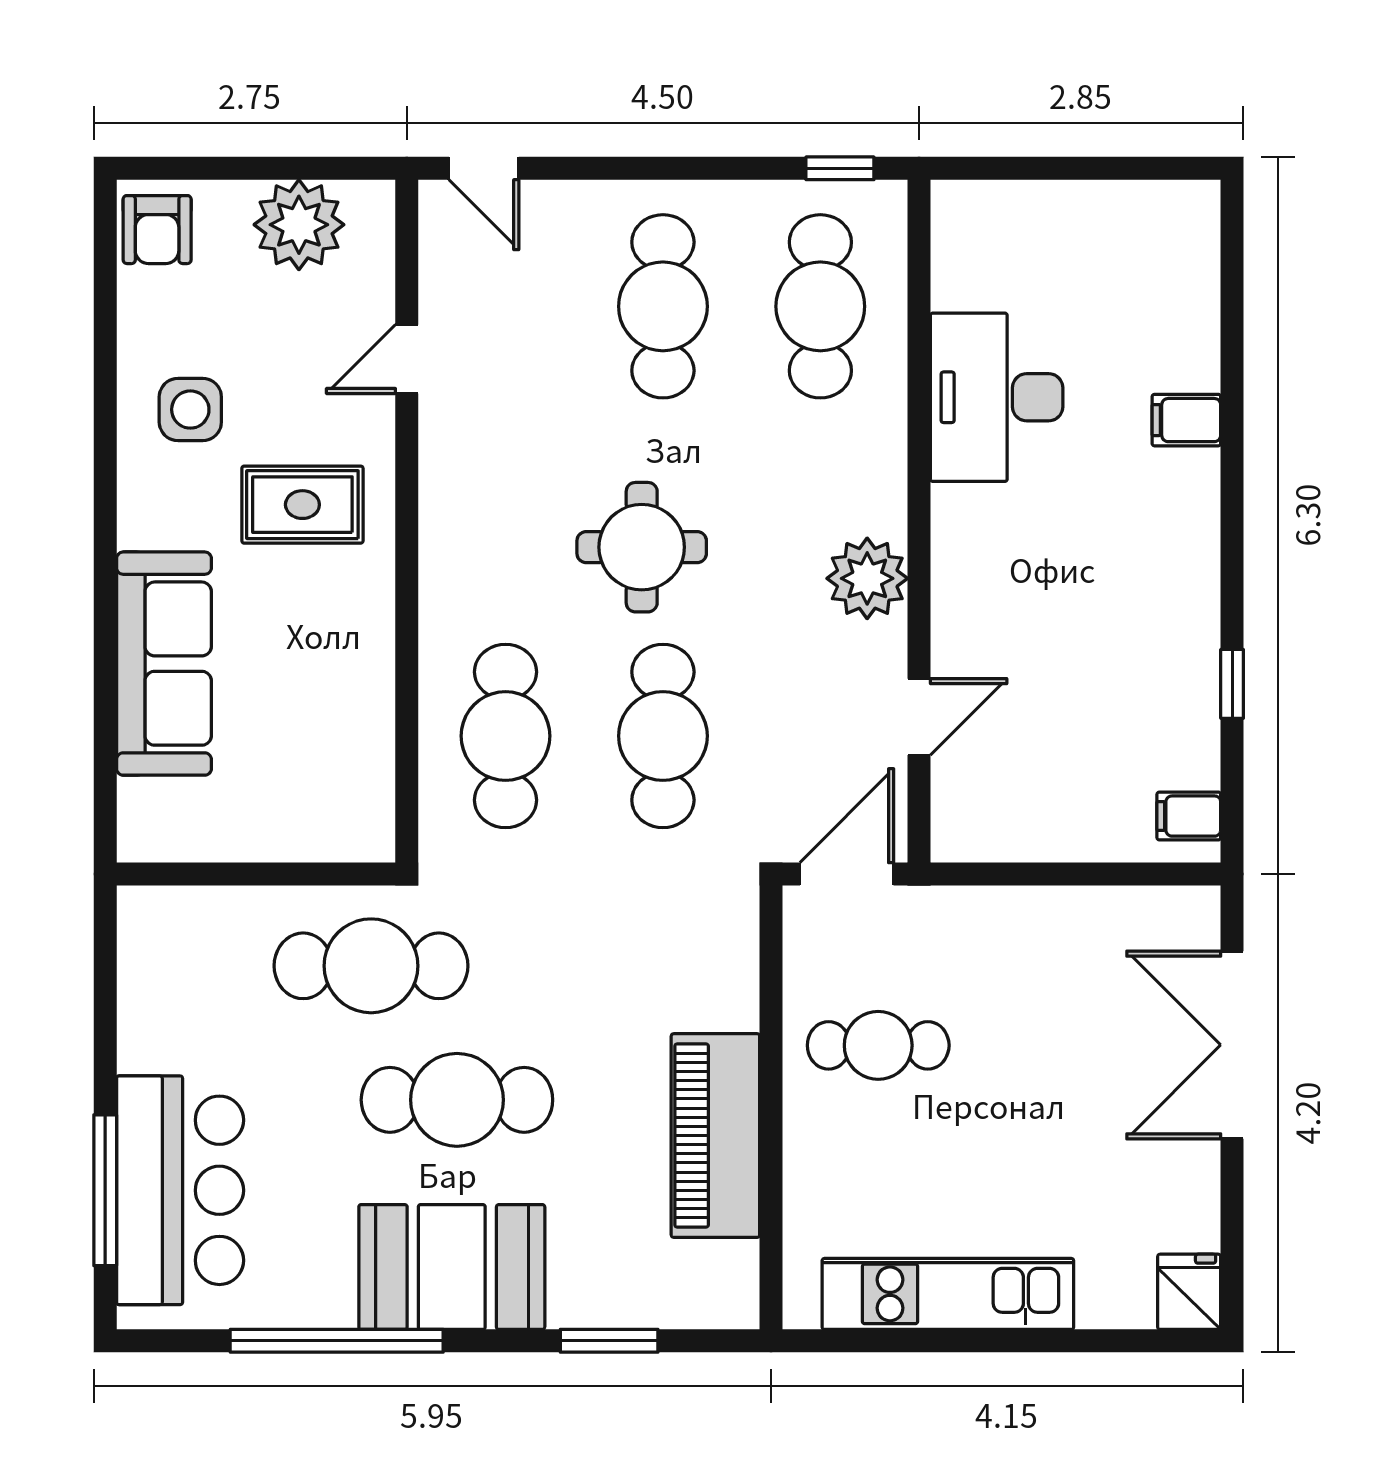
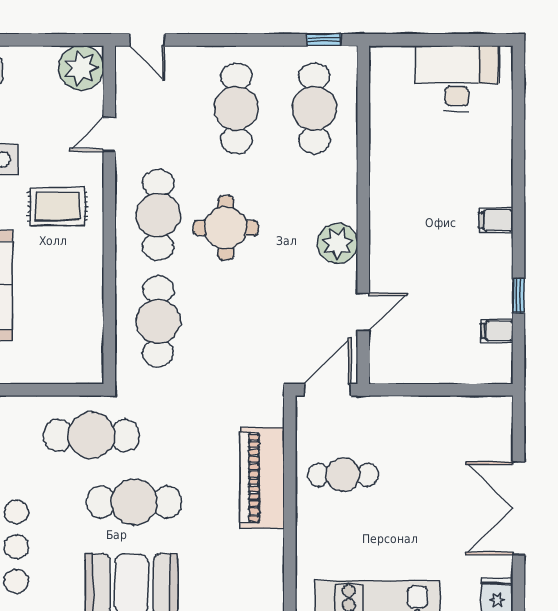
plant: (299, 225) -> (81, 68), moved
desk: (997, 397) -> (457, 78), moved, turned 90
filing cabinet: (1186, 420) -> (496, 220), moved
cafe table: (663, 736) -> (158, 215), moved
filing cabinet: (1189, 816) -> (497, 331), moved
double door: (1232, 1045) -> (518, 508), moved
piano: (715, 1136) -> (262, 478), moved

